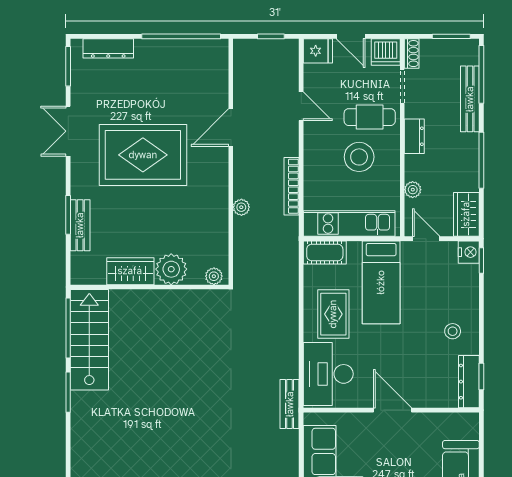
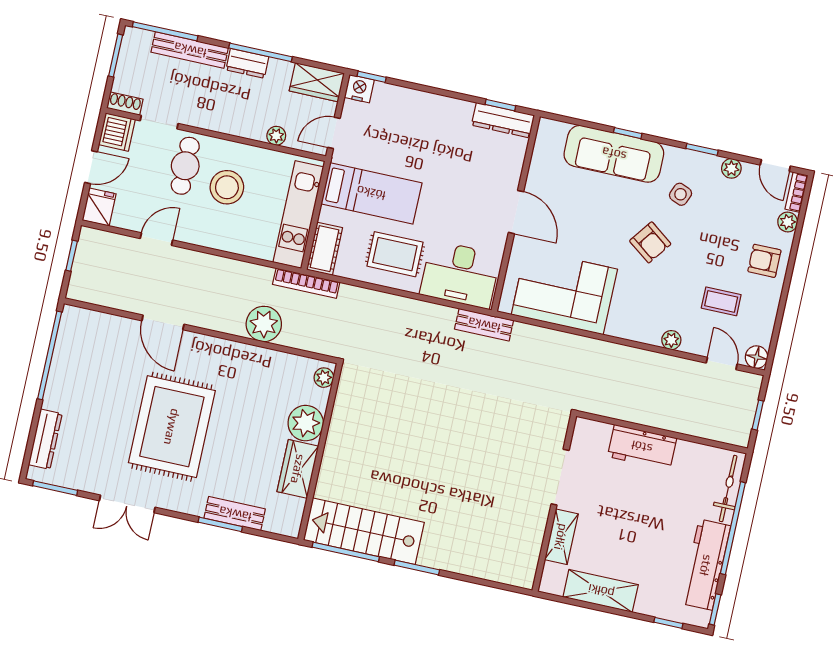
dresser: (414, 136) -> (247, 63), moved, turned 180
bookcase: (292, 186) -> (306, 283), moved
plant: (241, 207) -> (264, 324), width x1.88, depth x1.88
stool: (453, 331) -> (443, 126), removed
door: (392, 410) -> (516, 212), swing flipped

